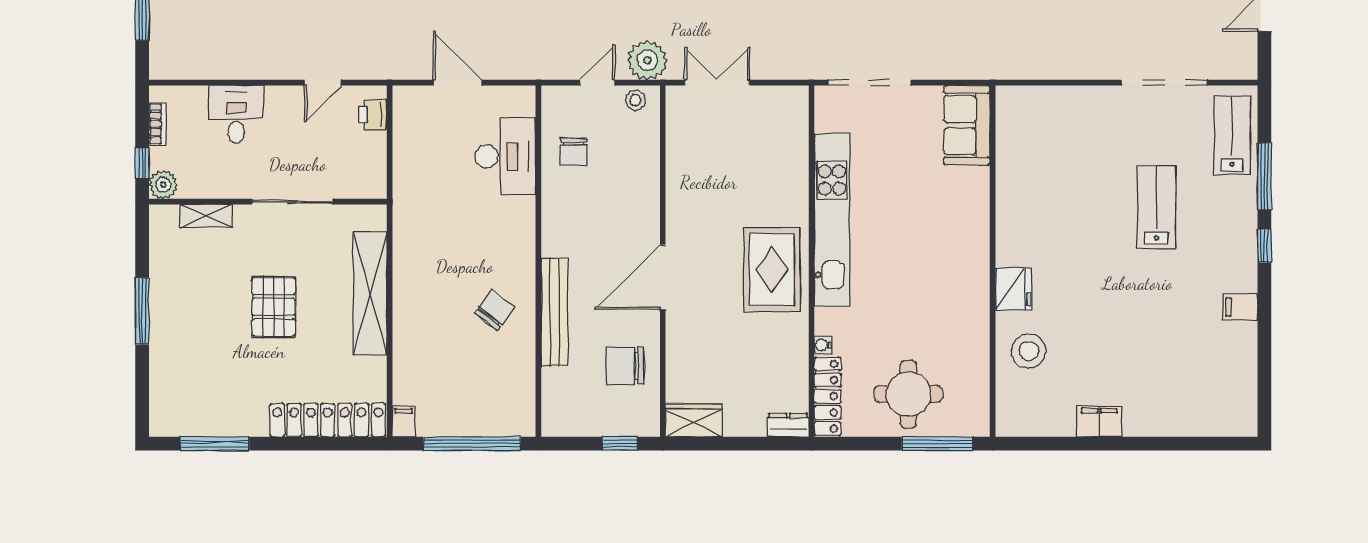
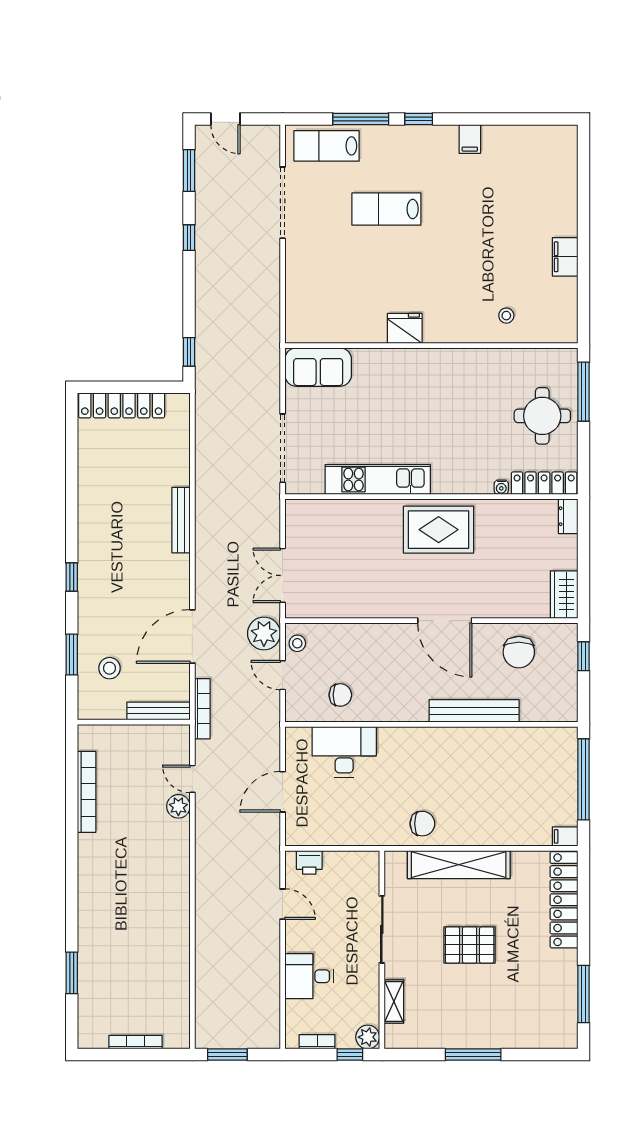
kitchen unit: (832, 220) -> (378, 479), width x0.73
fridge: (1013, 289) -> (405, 328), moved
chair: (495, 310) -> (422, 824), moved, turned 143
stool: (1029, 351) -> (506, 316), width x0.53, depth x0.53

